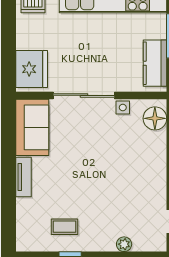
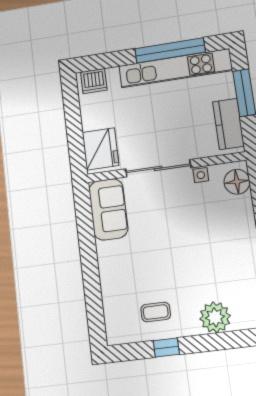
tv unit: (24, 177) -> (105, 263), removed
plant: (124, 244) -> (215, 317), width x1.88, depth x1.88

